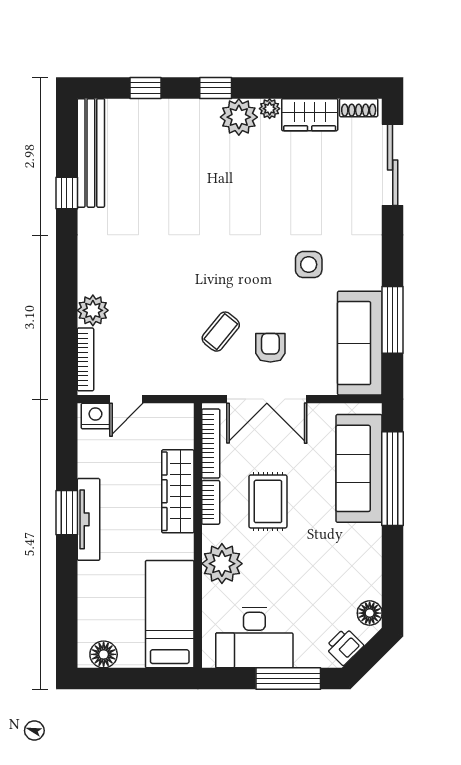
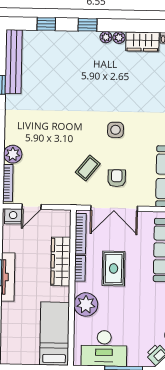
plant: (239, 117) -> (106, 37), width x0.53, depth x0.53
side table: (309, 265) -> (115, 130), moved
floor lamp: (104, 654) -> (15, 357), removed

